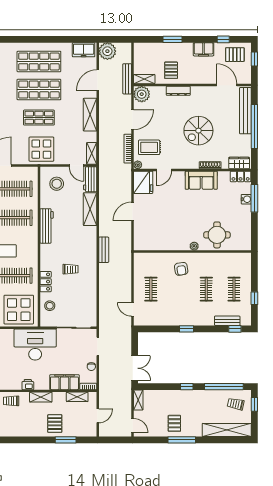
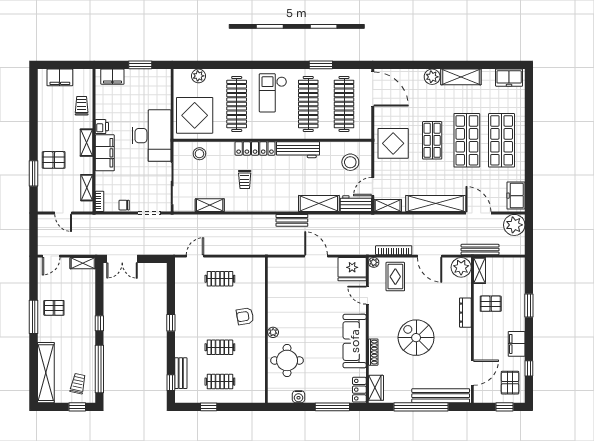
shelving: (90, 115) -> (436, 204), width x1.47
sofa: (201, 180) -> (355, 341), width x1.36
water cooler: (246, 199) -> (299, 397), moved
bench: (104, 250) -> (292, 220), moved
locker: (46, 282) -> (255, 148), moved, width x1.53
shelving: (91, 297) -> (210, 205), added
filing cabinet: (64, 382) -> (105, 153), moved

